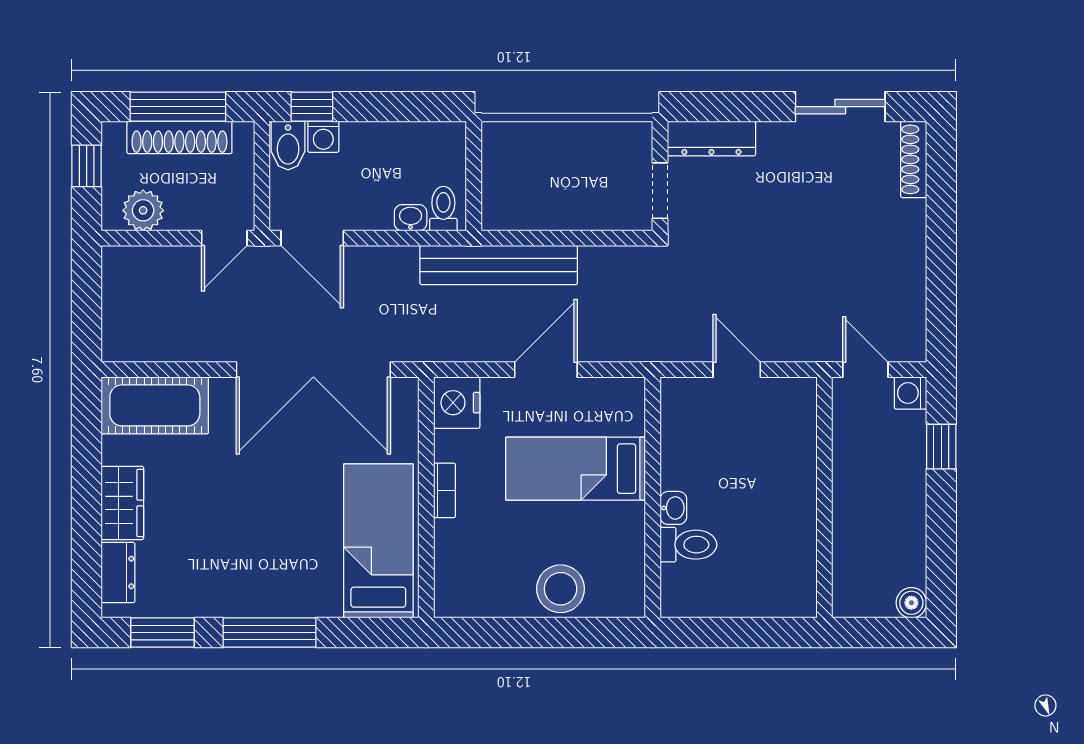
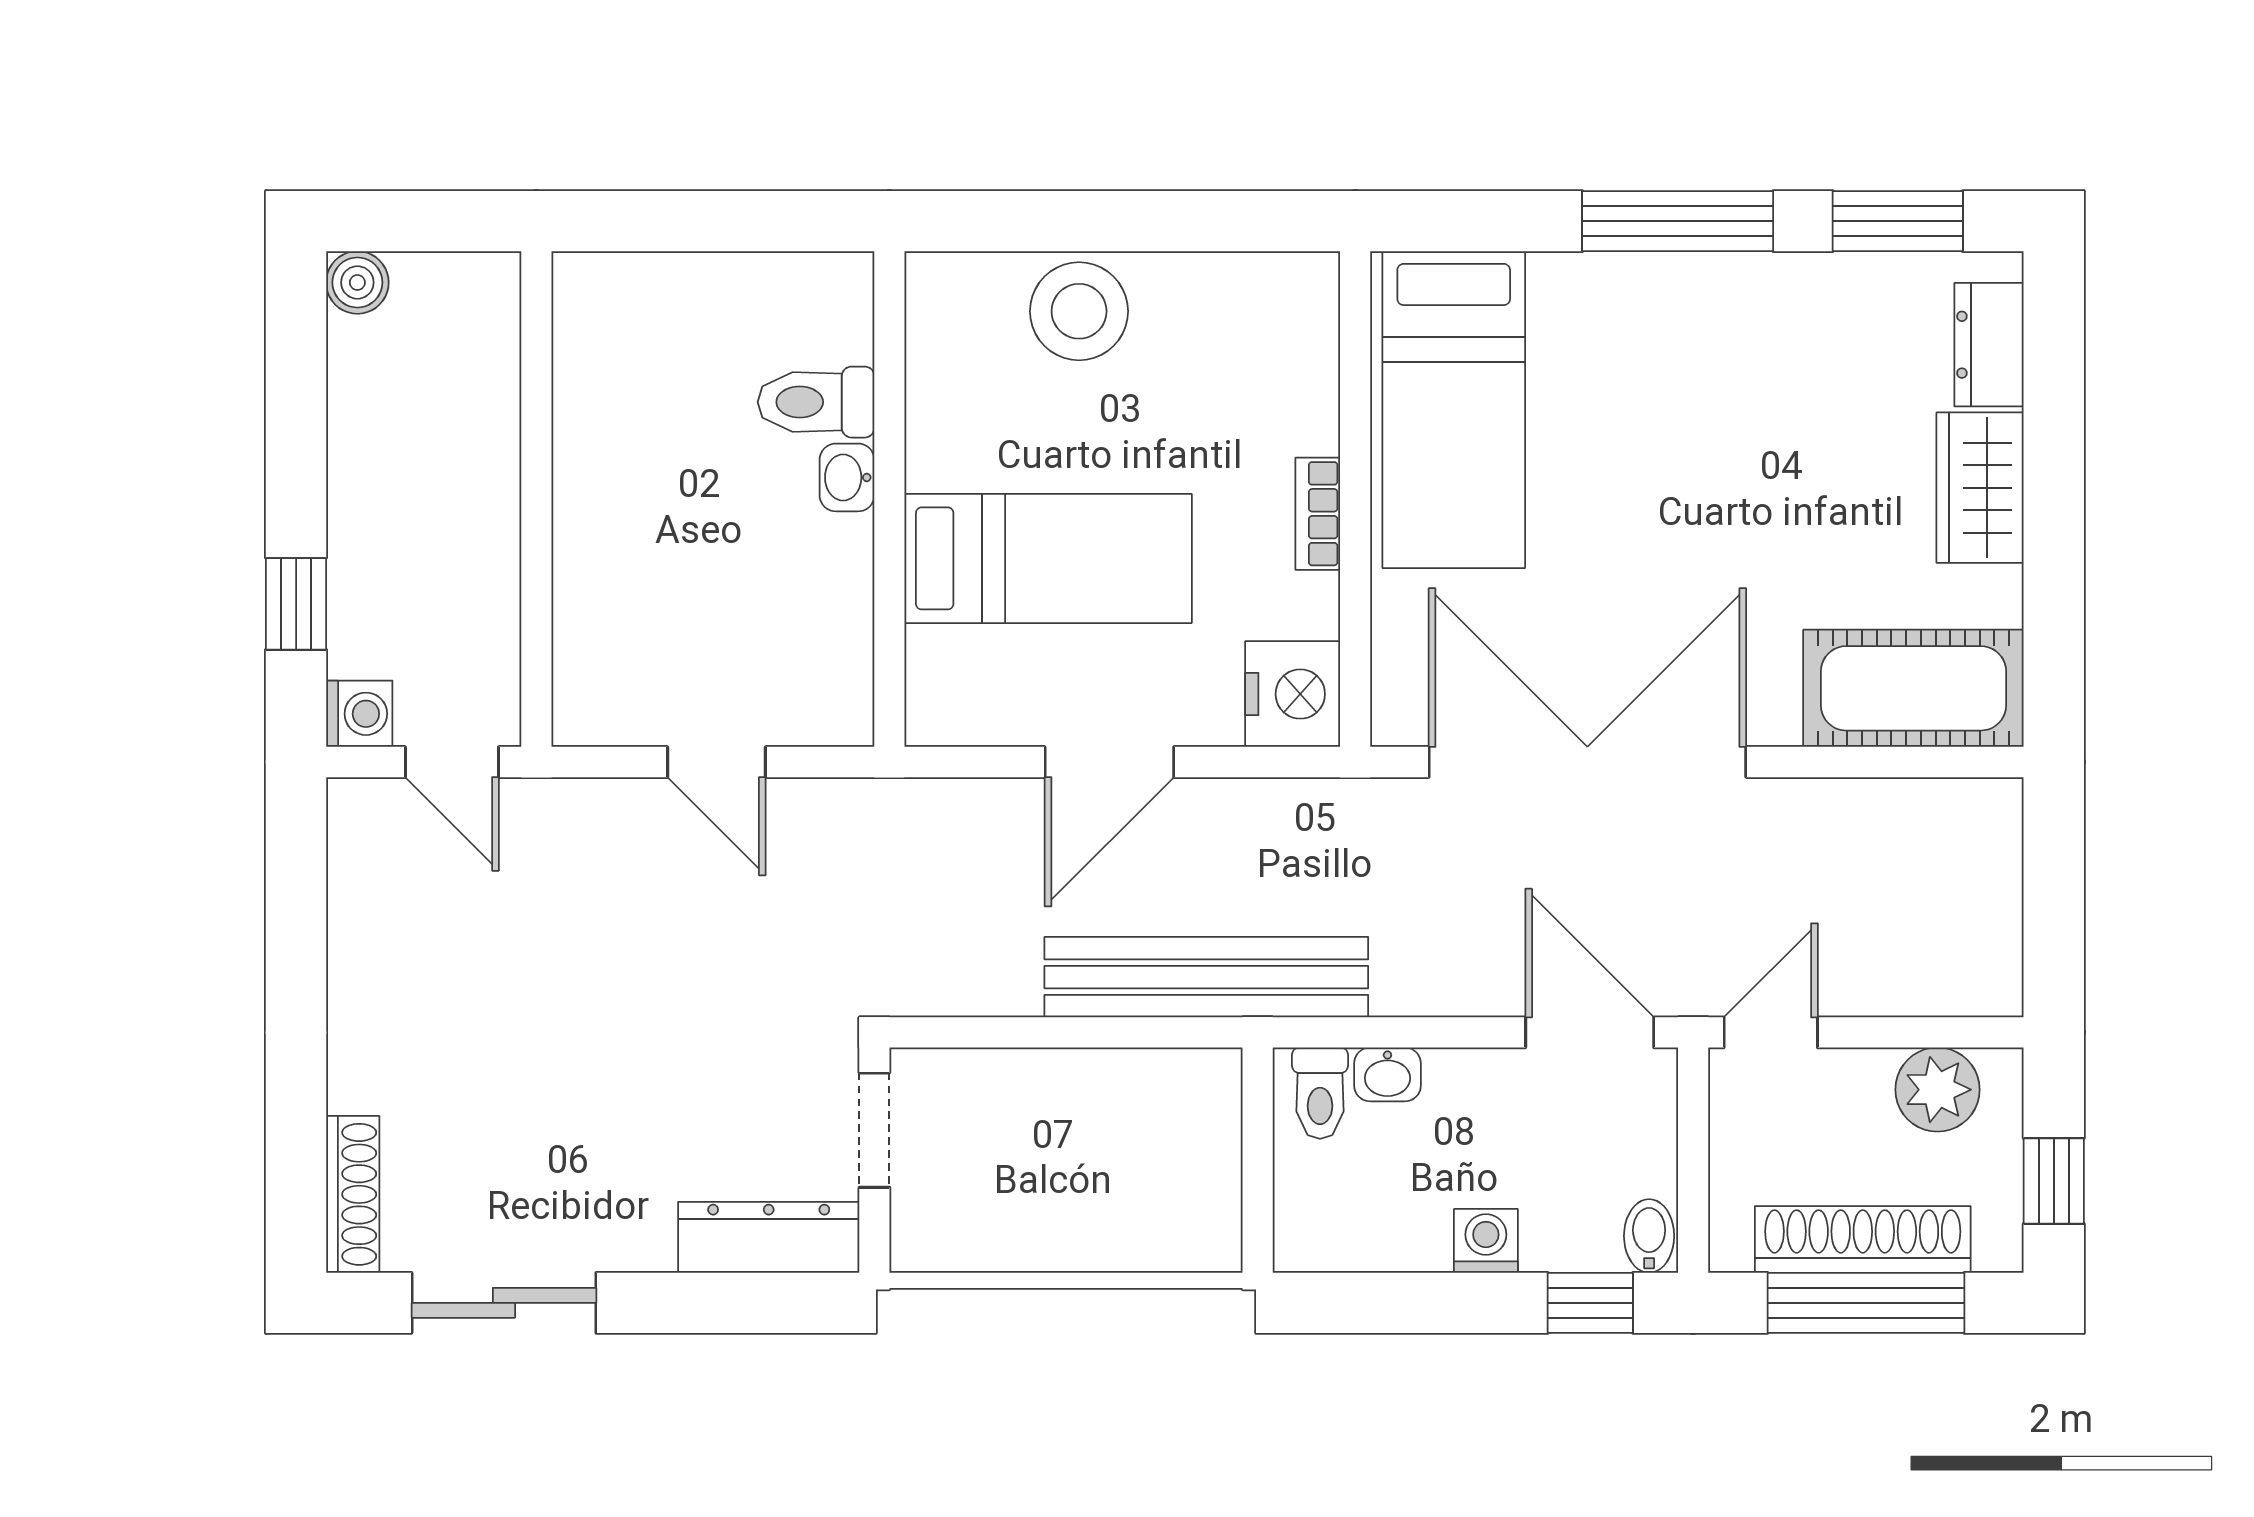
washing machine: (323, 137) -> (1486, 1241), moved
bidet: (288, 146) -> (1649, 1236), width x0.72, depth x0.74

